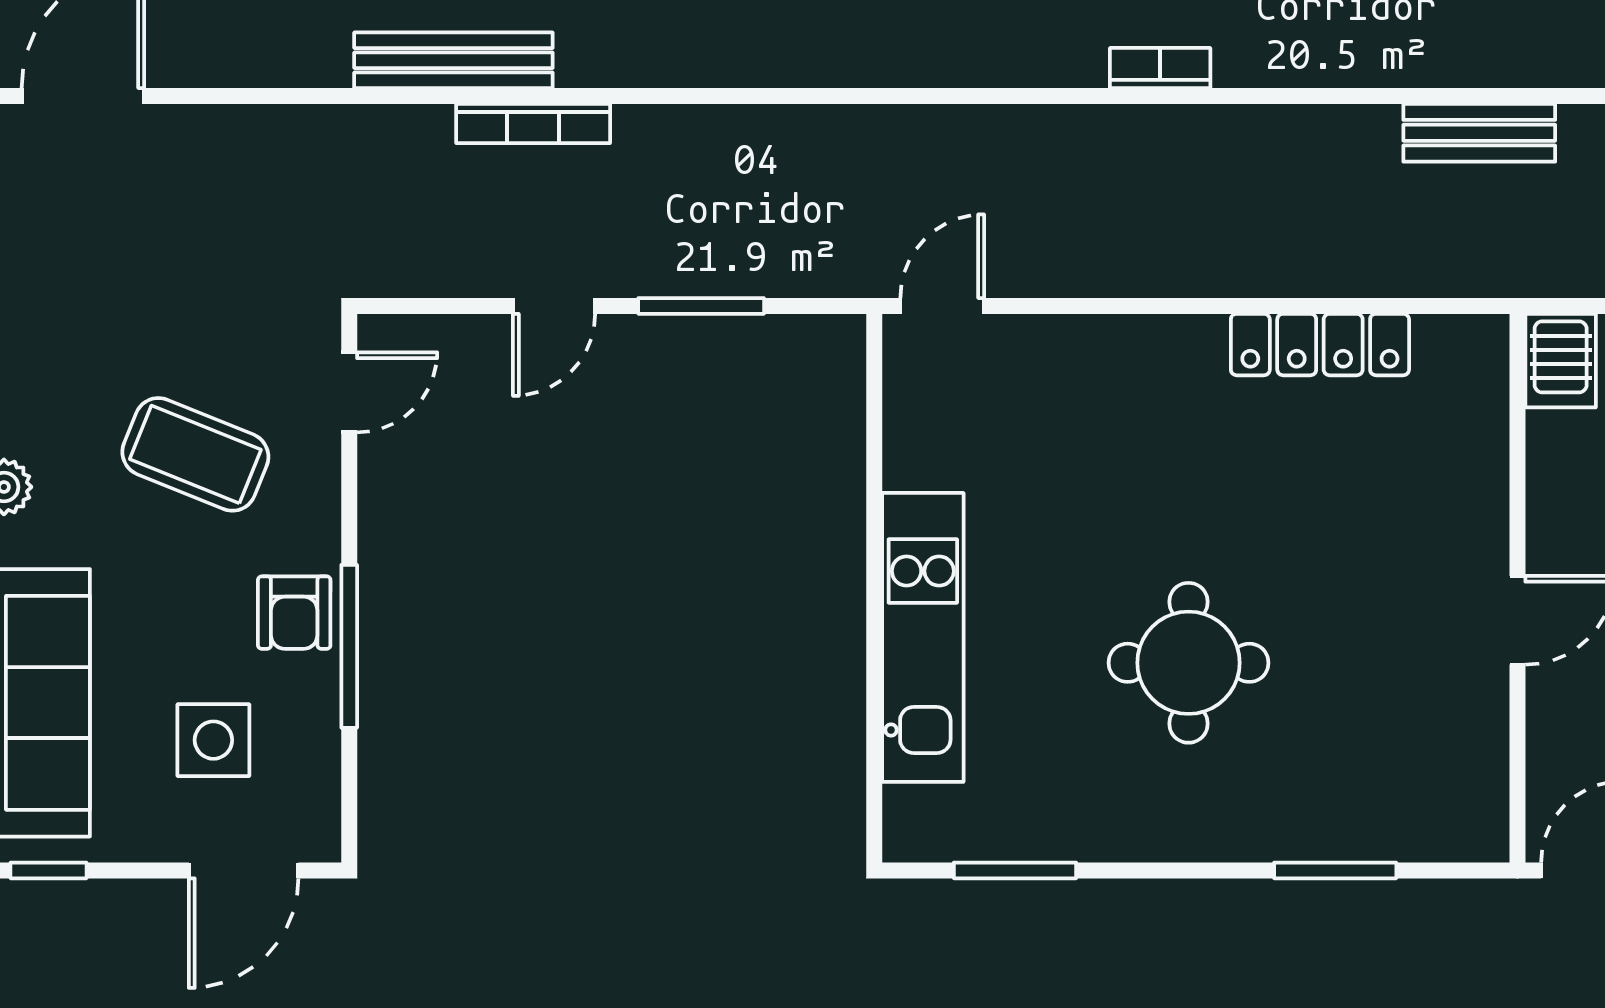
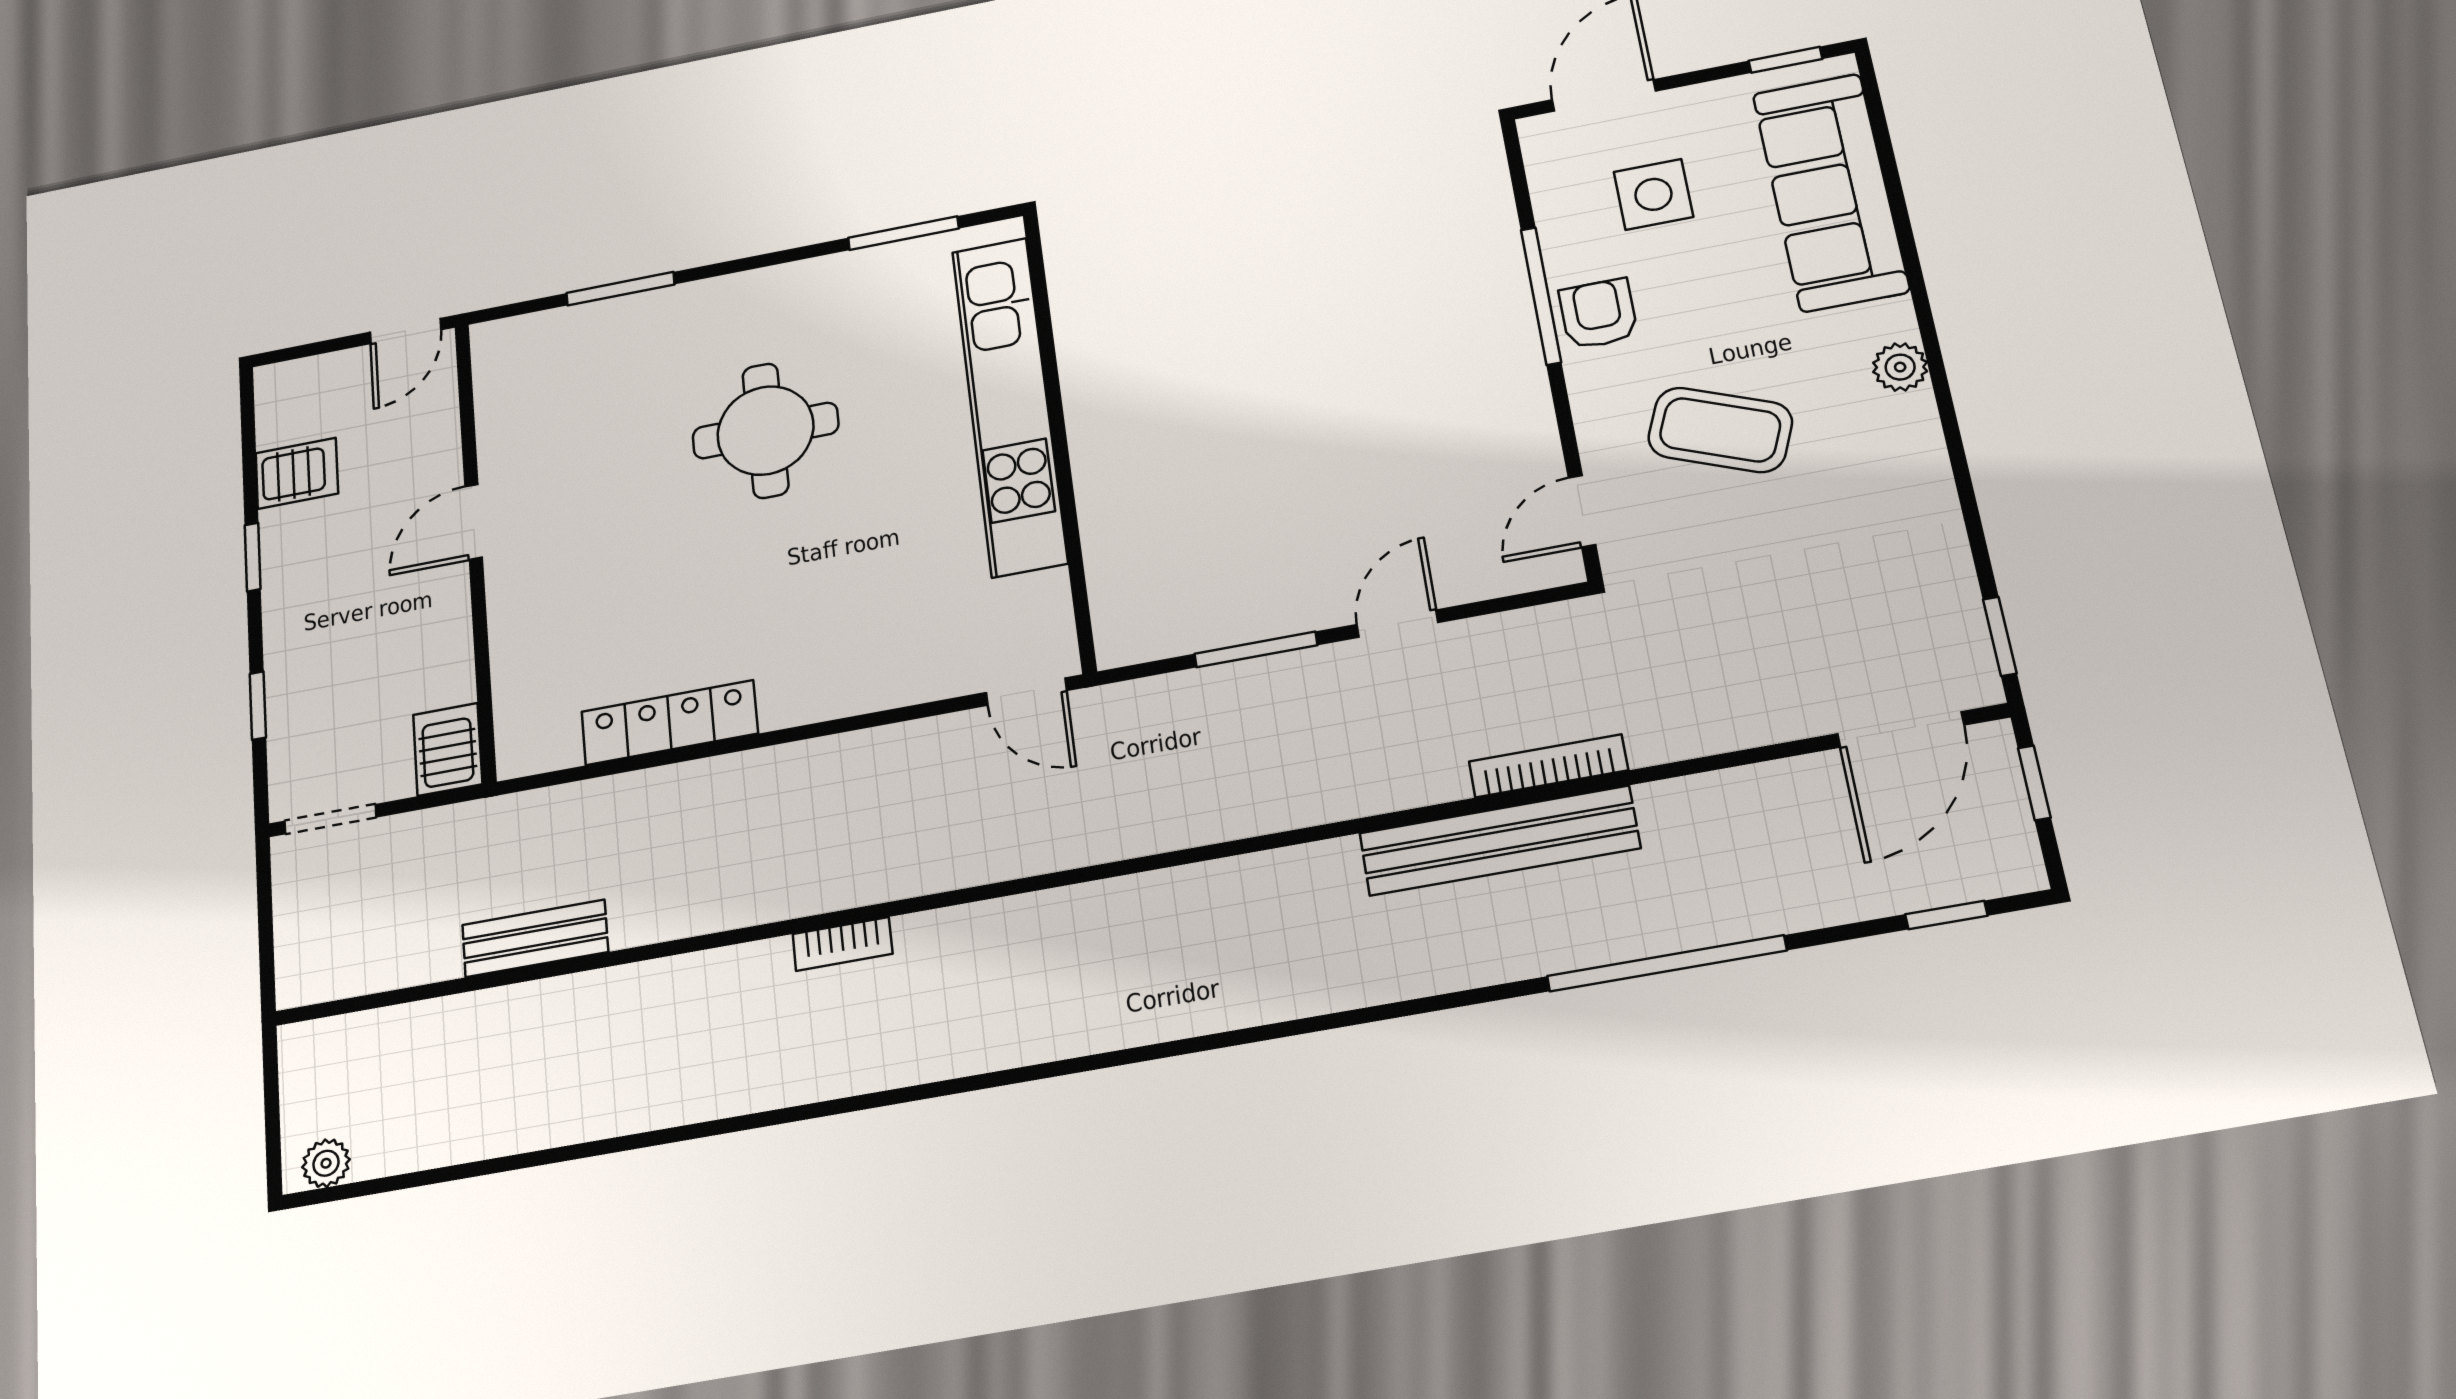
bench: (453, 60) -> (1499, 841), width x1.37, depth x1.21
bookcase: (533, 123) -> (1548, 766), moved
door: (942, 306) -> (1026, 692), hinge flipped
kitchen unit: (923, 637) -> (1009, 405), width x1.36

